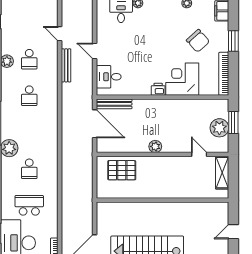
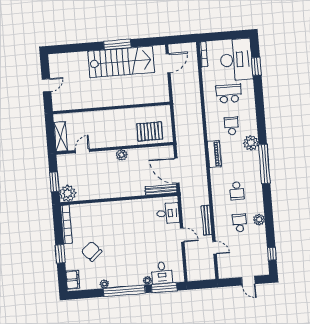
corner desk: (182, 79) -> (103, 216), removed
printer: (158, 89) -> (123, 206), removed
school desk: (29, 96) -> (237, 191), turned 180
plant: (219, 128) -> (68, 193), moved
piano: (51, 139) -> (214, 154), added
door: (199, 154) -> (82, 151), swing flipped
school desk: (29, 205) -> (229, 94), turned 180

